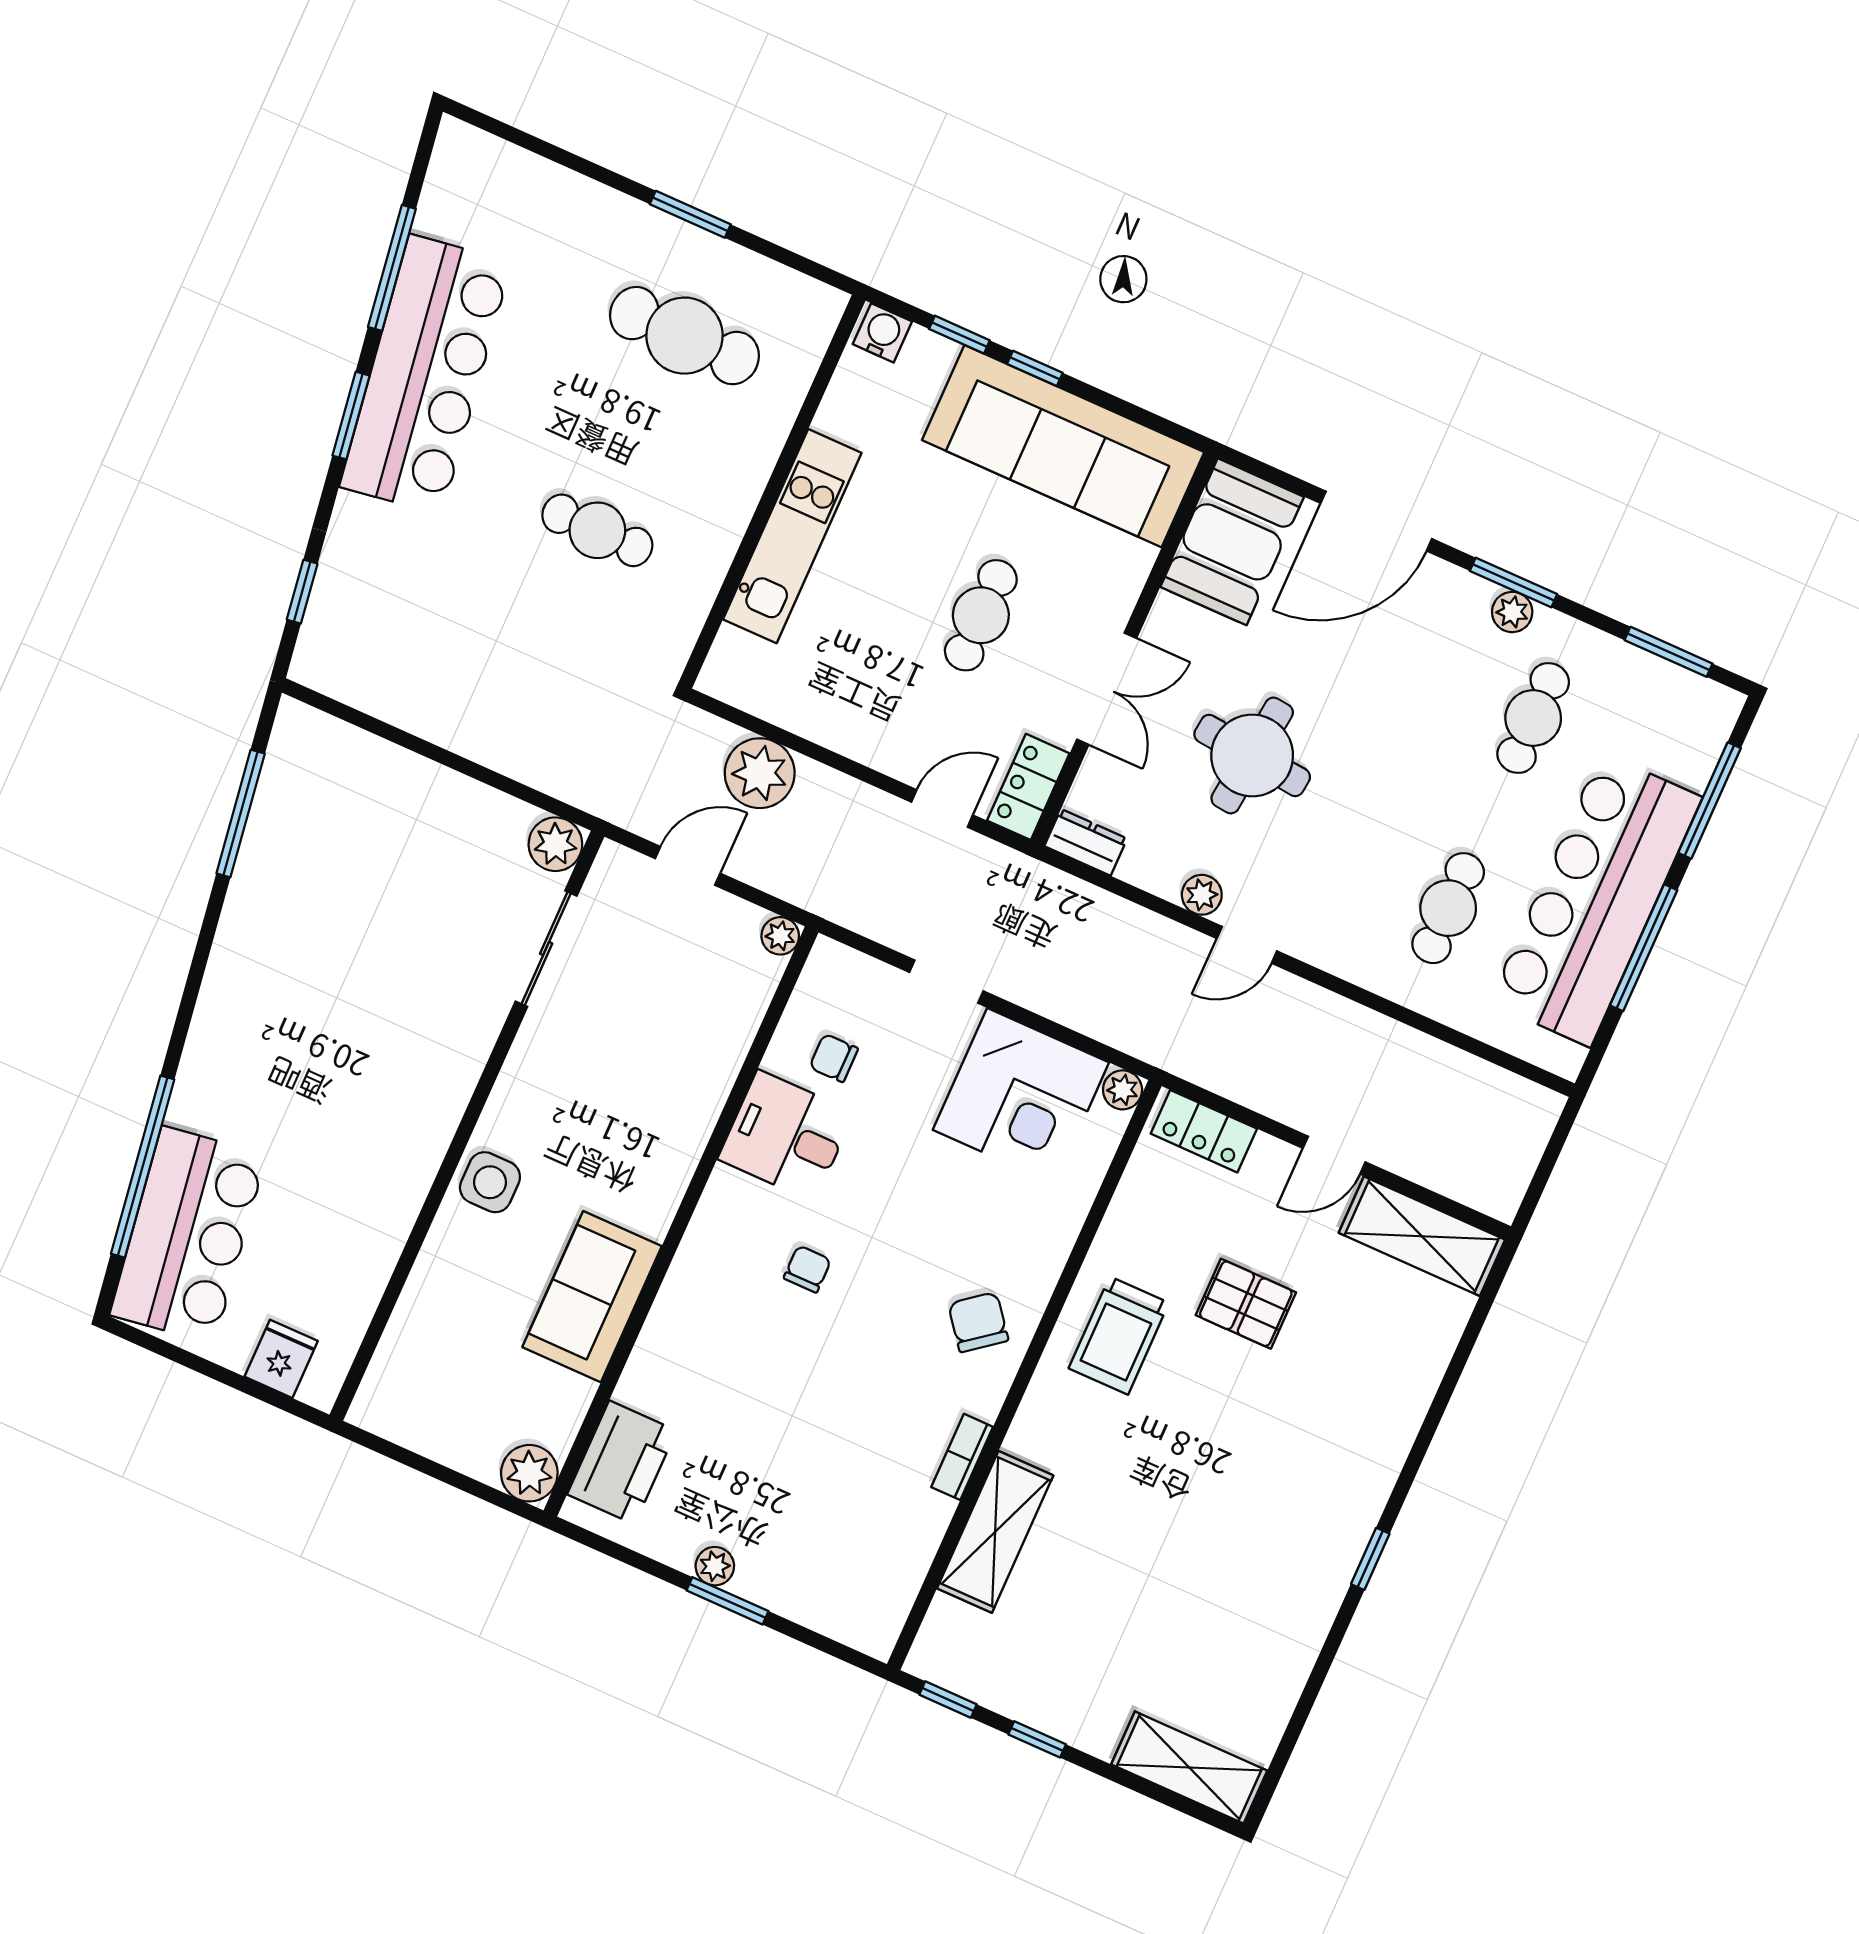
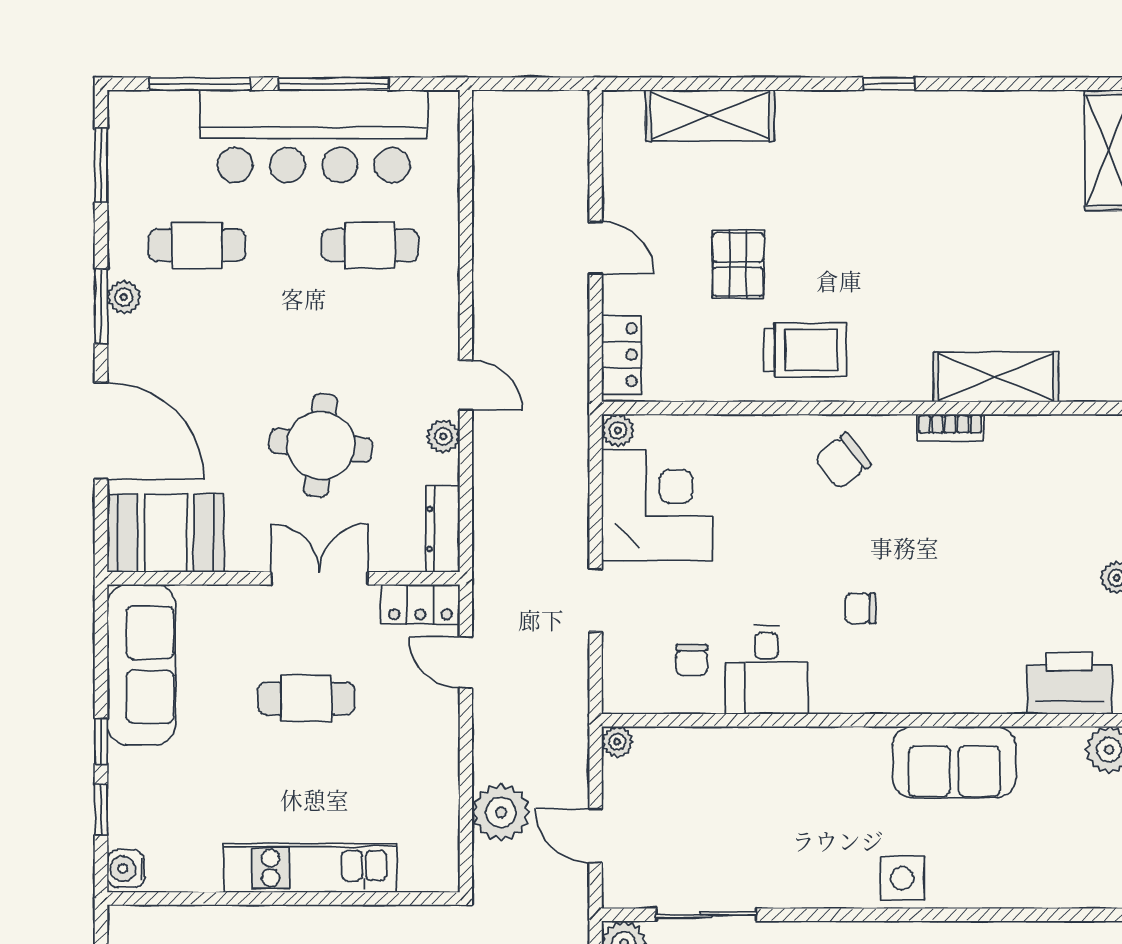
sofa: (1063, 446) -> (141, 665), width x0.74, depth x0.79
dresser: (1086, 842) -> (443, 529), width x1.44
shelving: (1422, 1236) -> (710, 116), moved, turned 90

